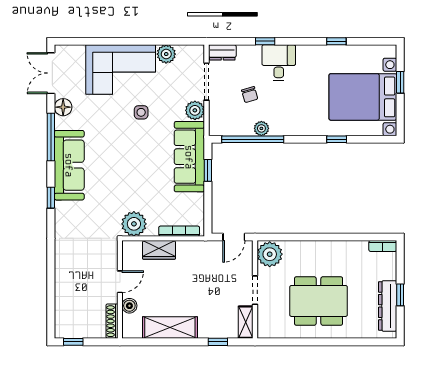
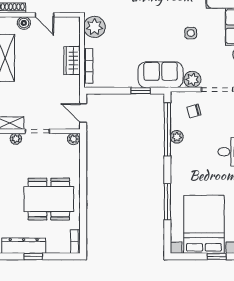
chair: (250, 95) -> (194, 111), moved
window: (337, 139) -> (167, 202), width x2.17
sofa: (189, 157) -> (161, 75), width x0.73
wardrobe: (159, 250) -> (72, 61), moved
plant: (270, 254) -> (73, 139), width x0.53, depth x0.53
dining table: (319, 301) -> (49, 199), moved, turned 90
plant: (264, 315) -> (16, 139), added

